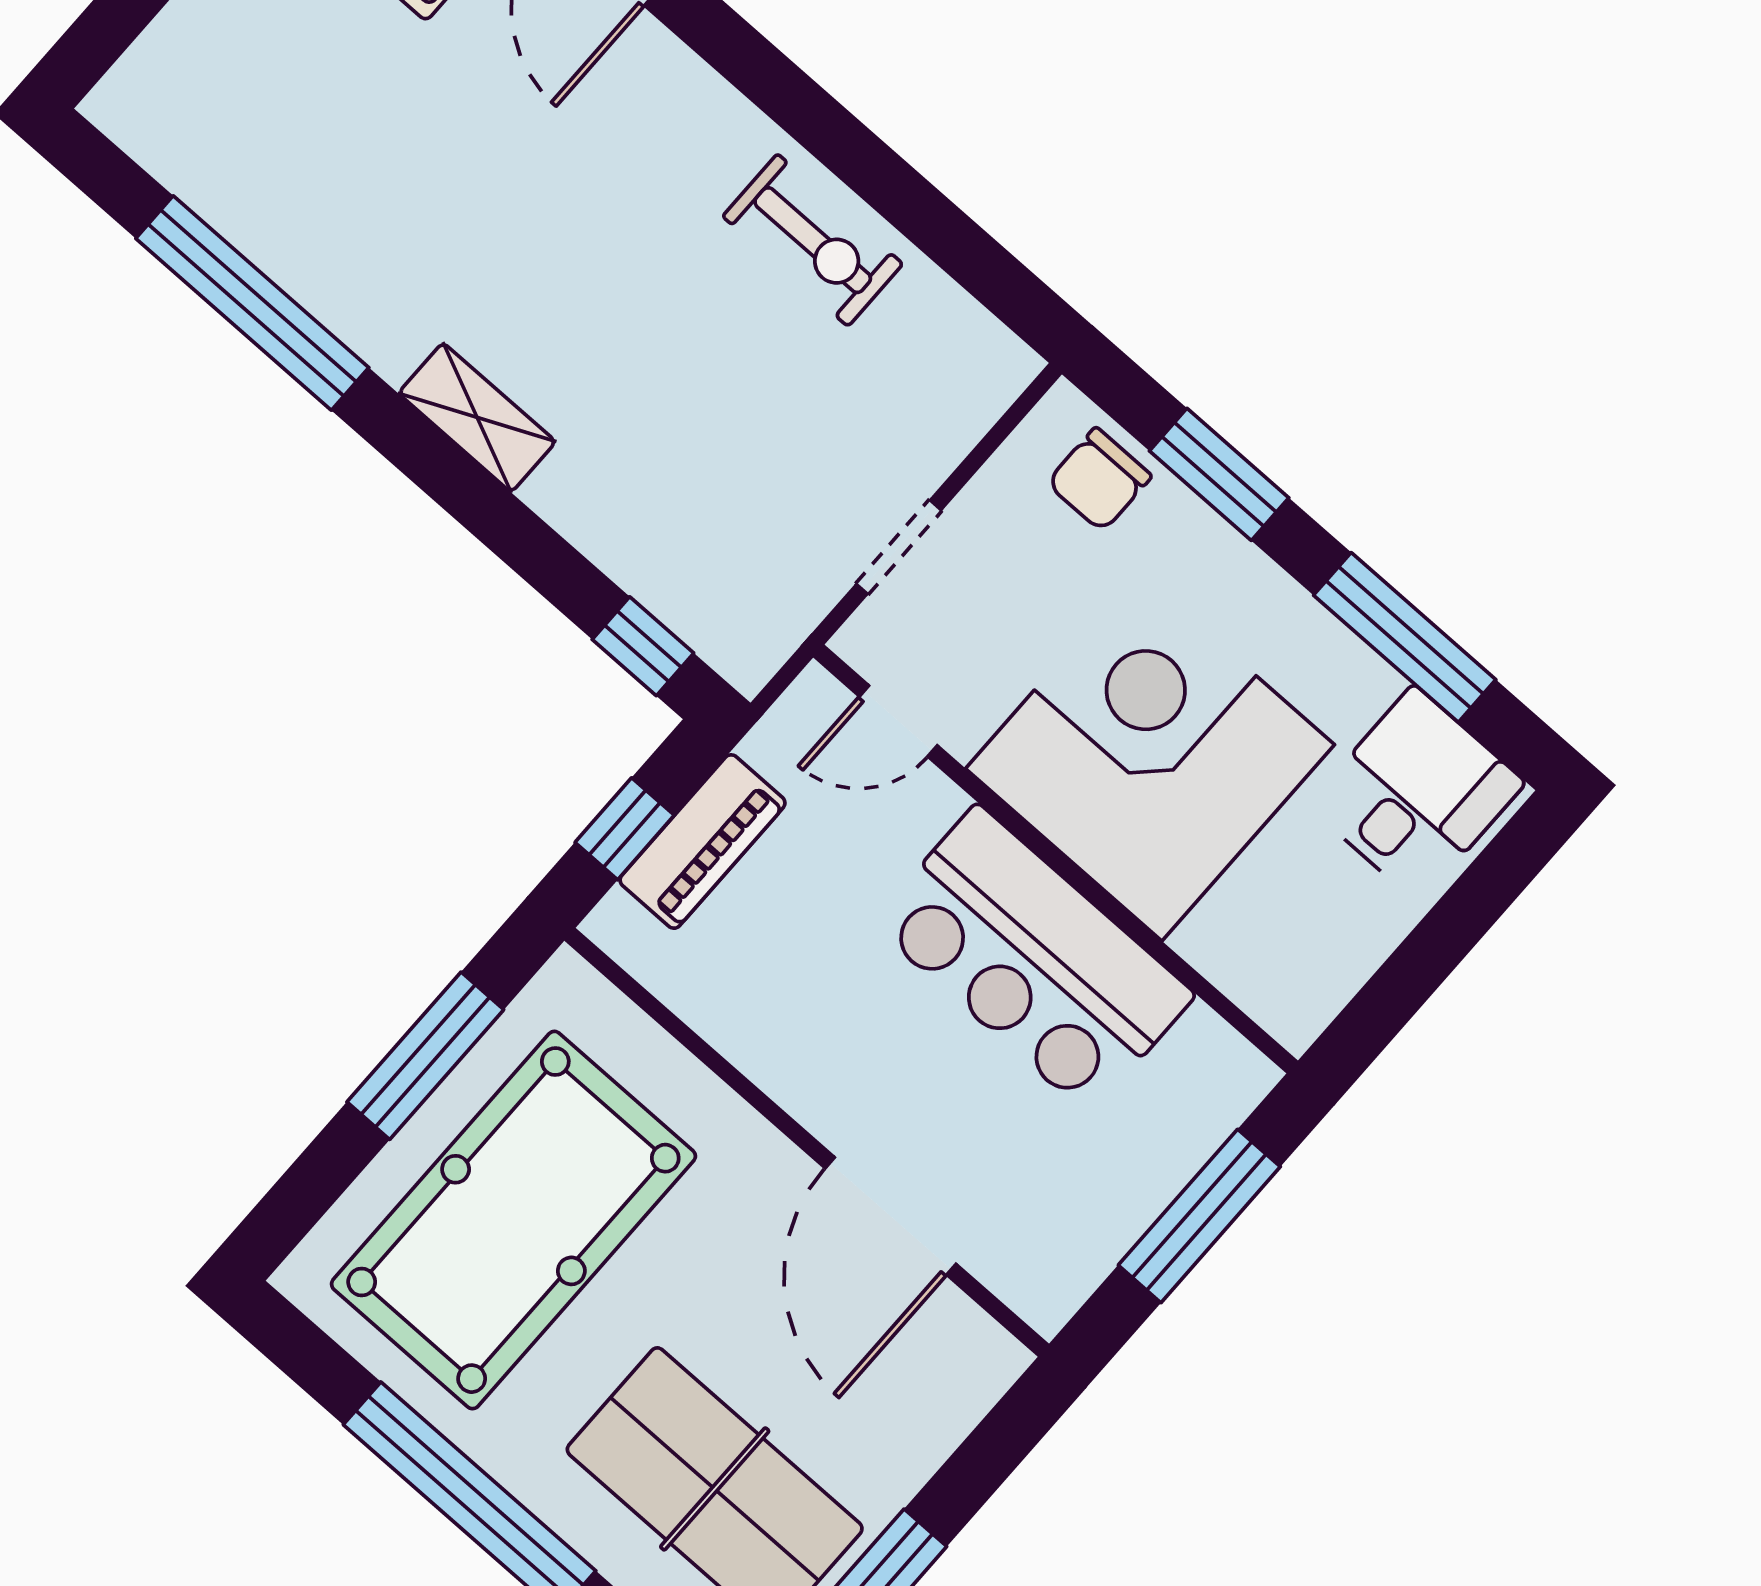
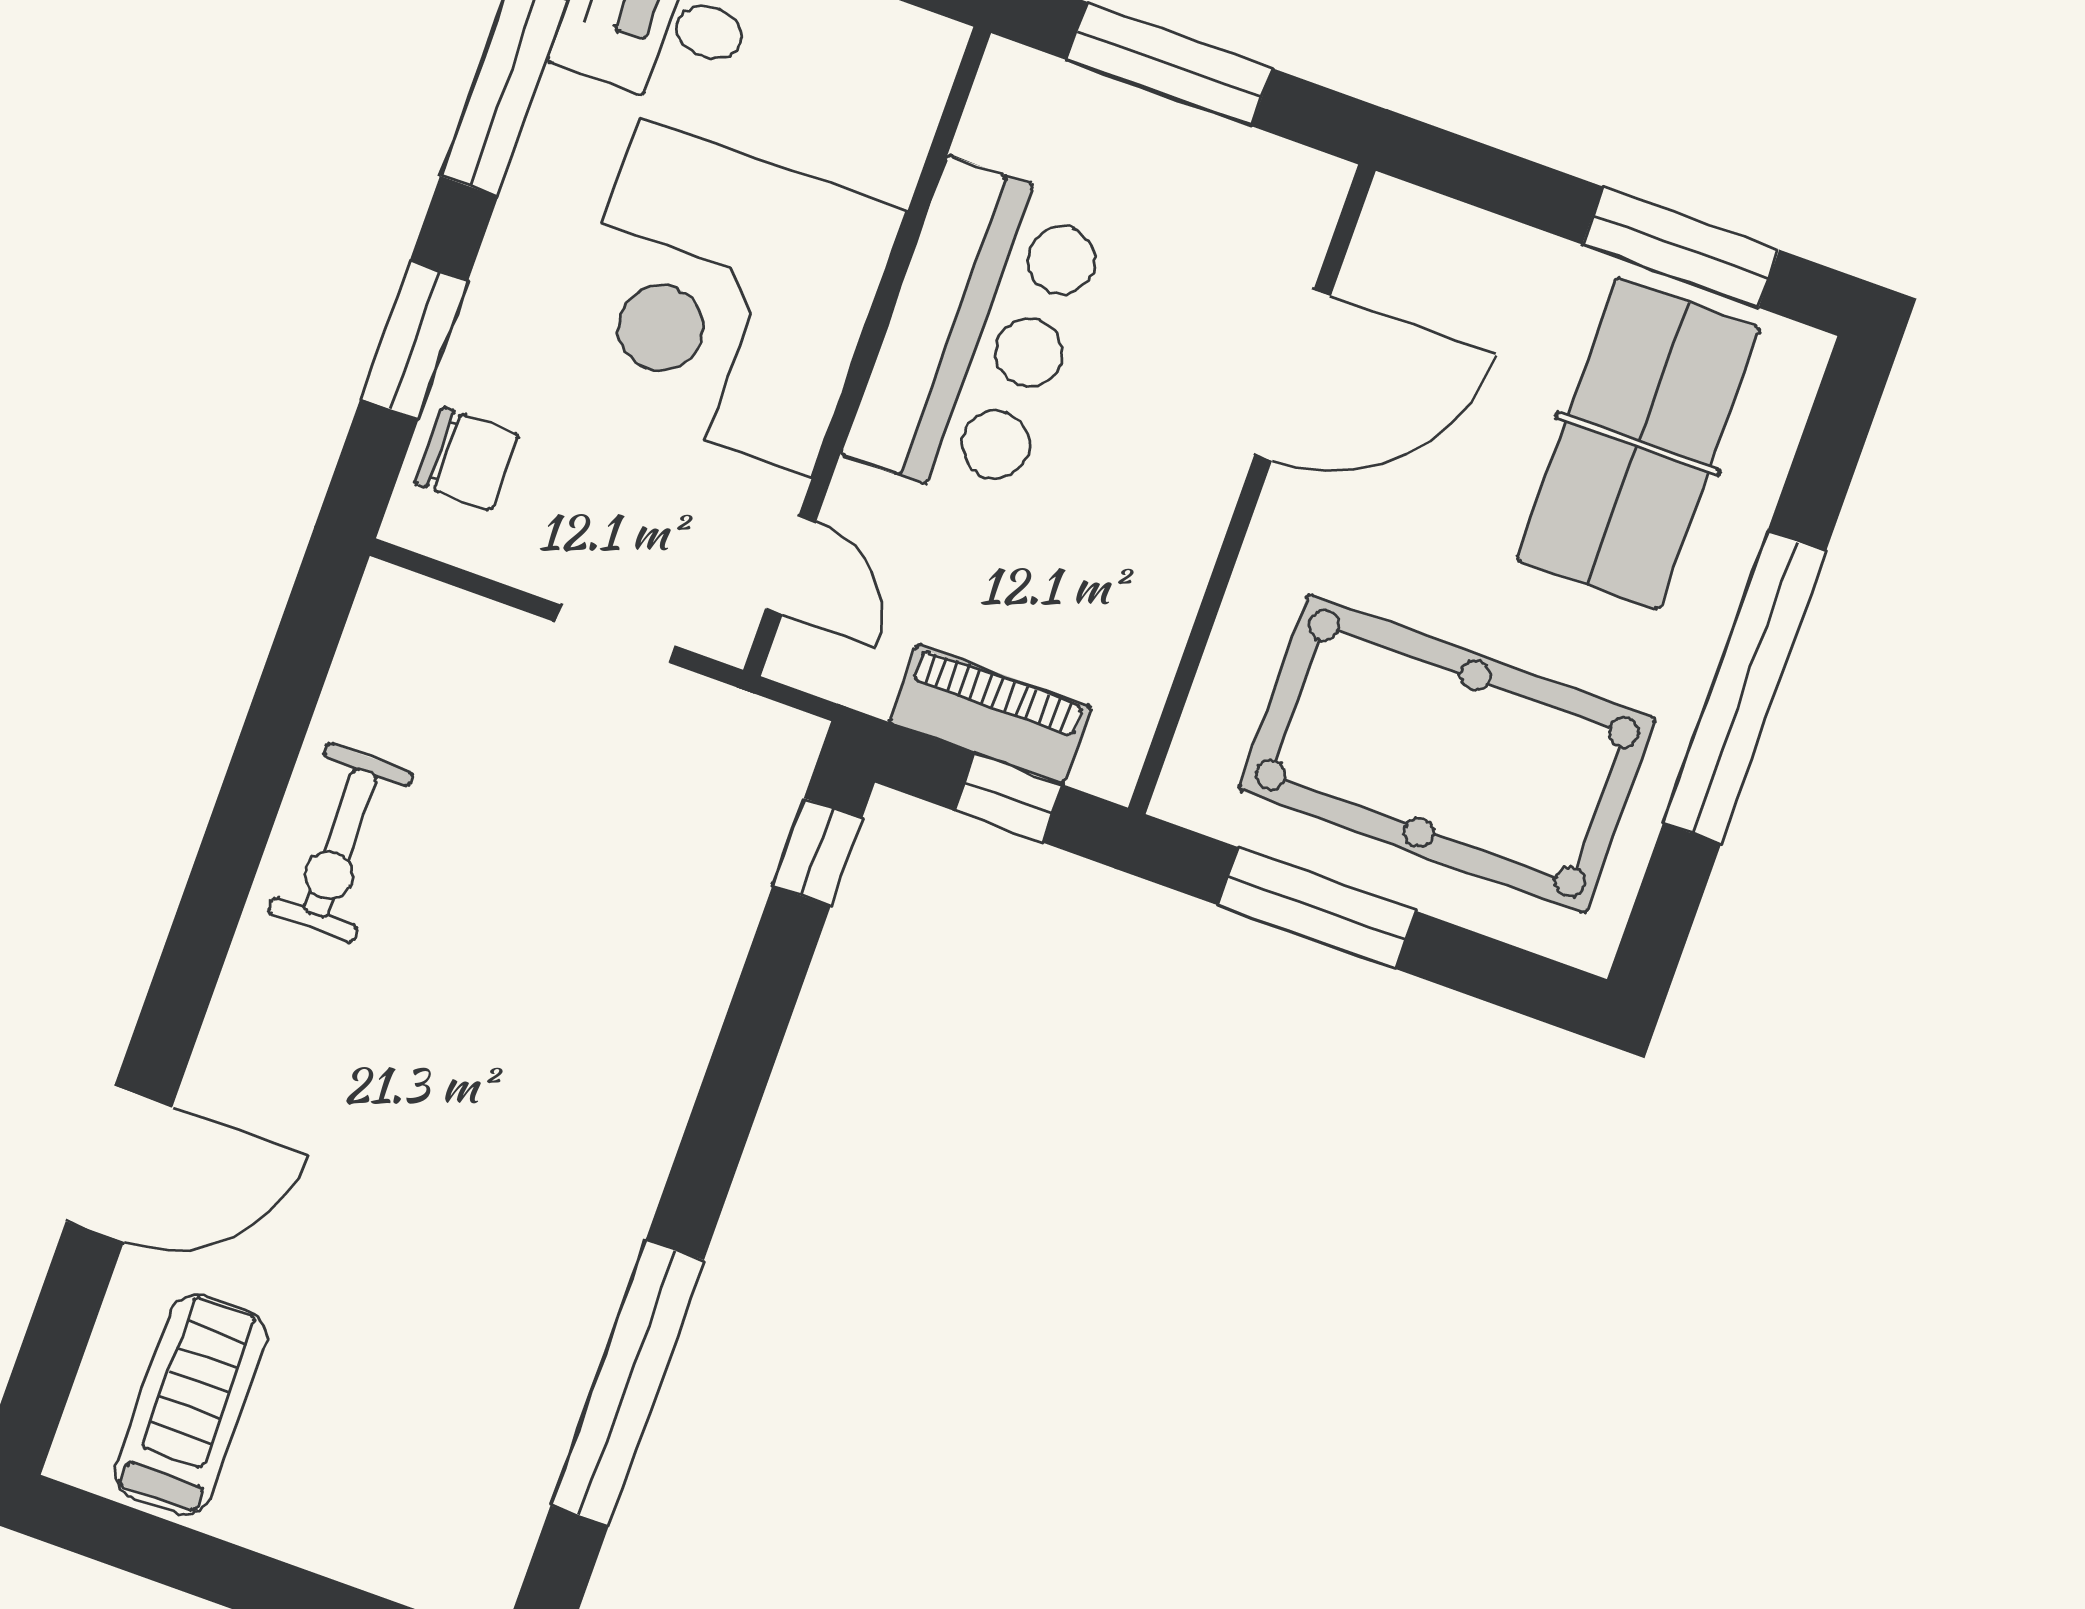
exercise bike: (813, 240) -> (340, 843), turned 180
shelving: (477, 417) -> (653, 1111), removed

